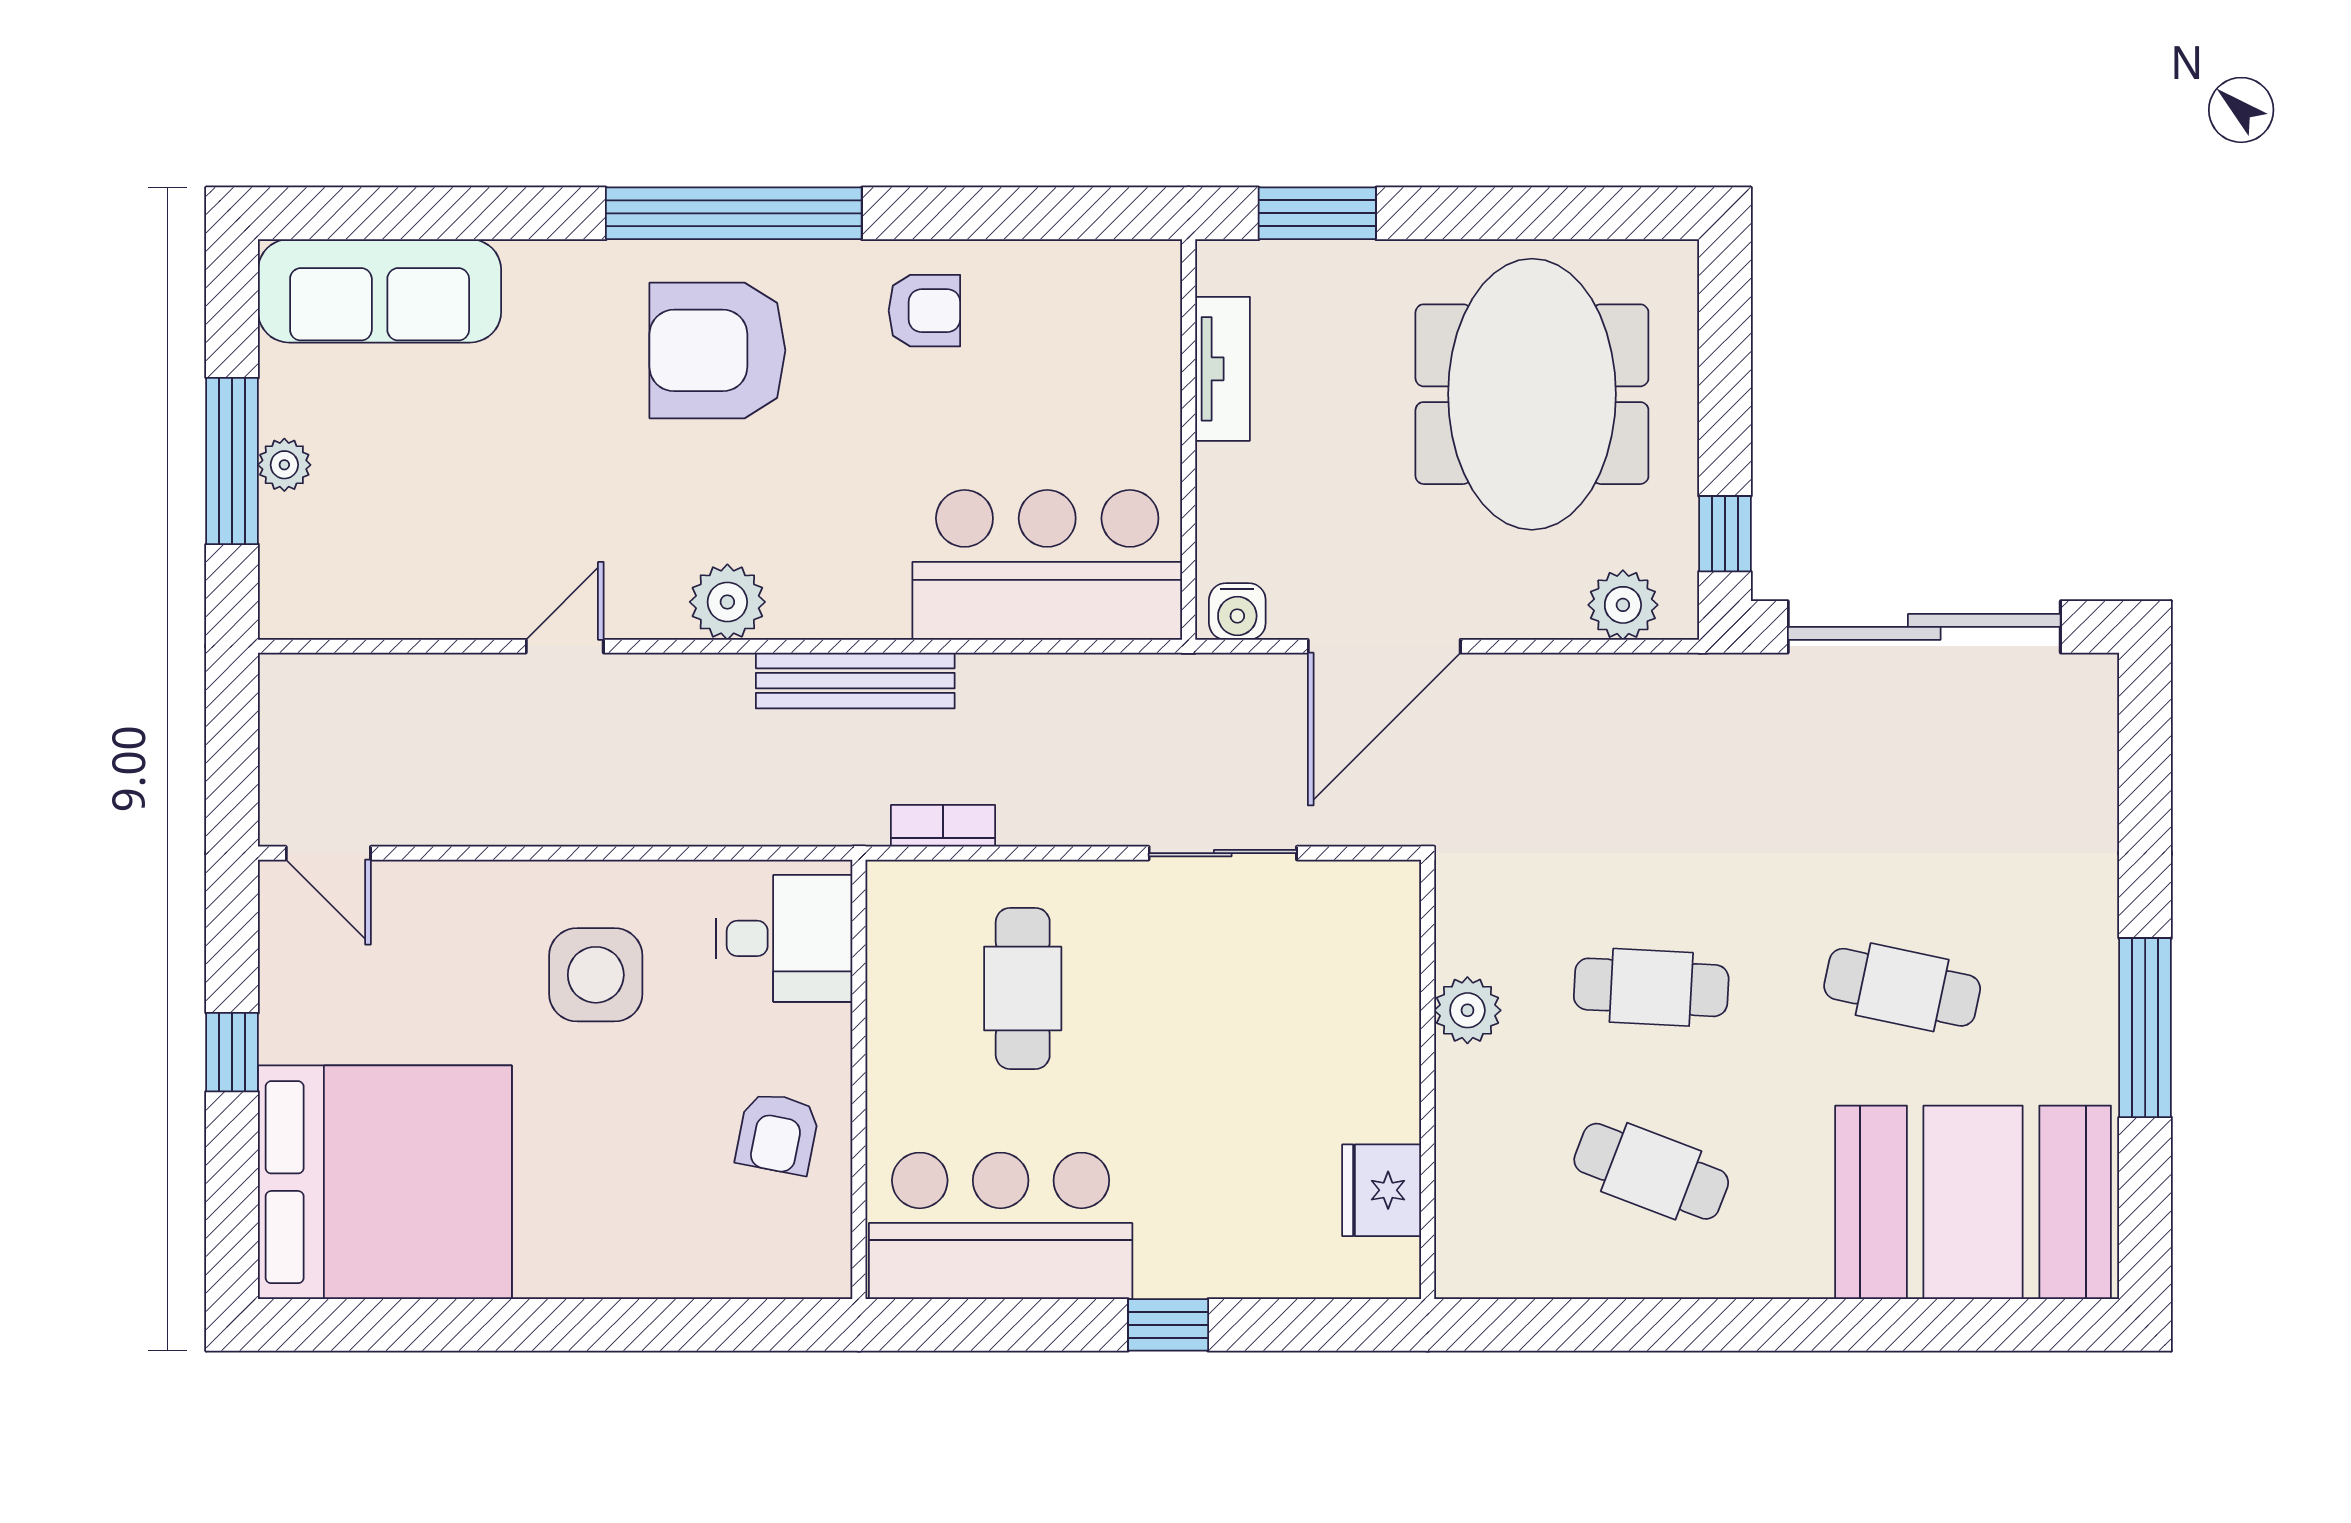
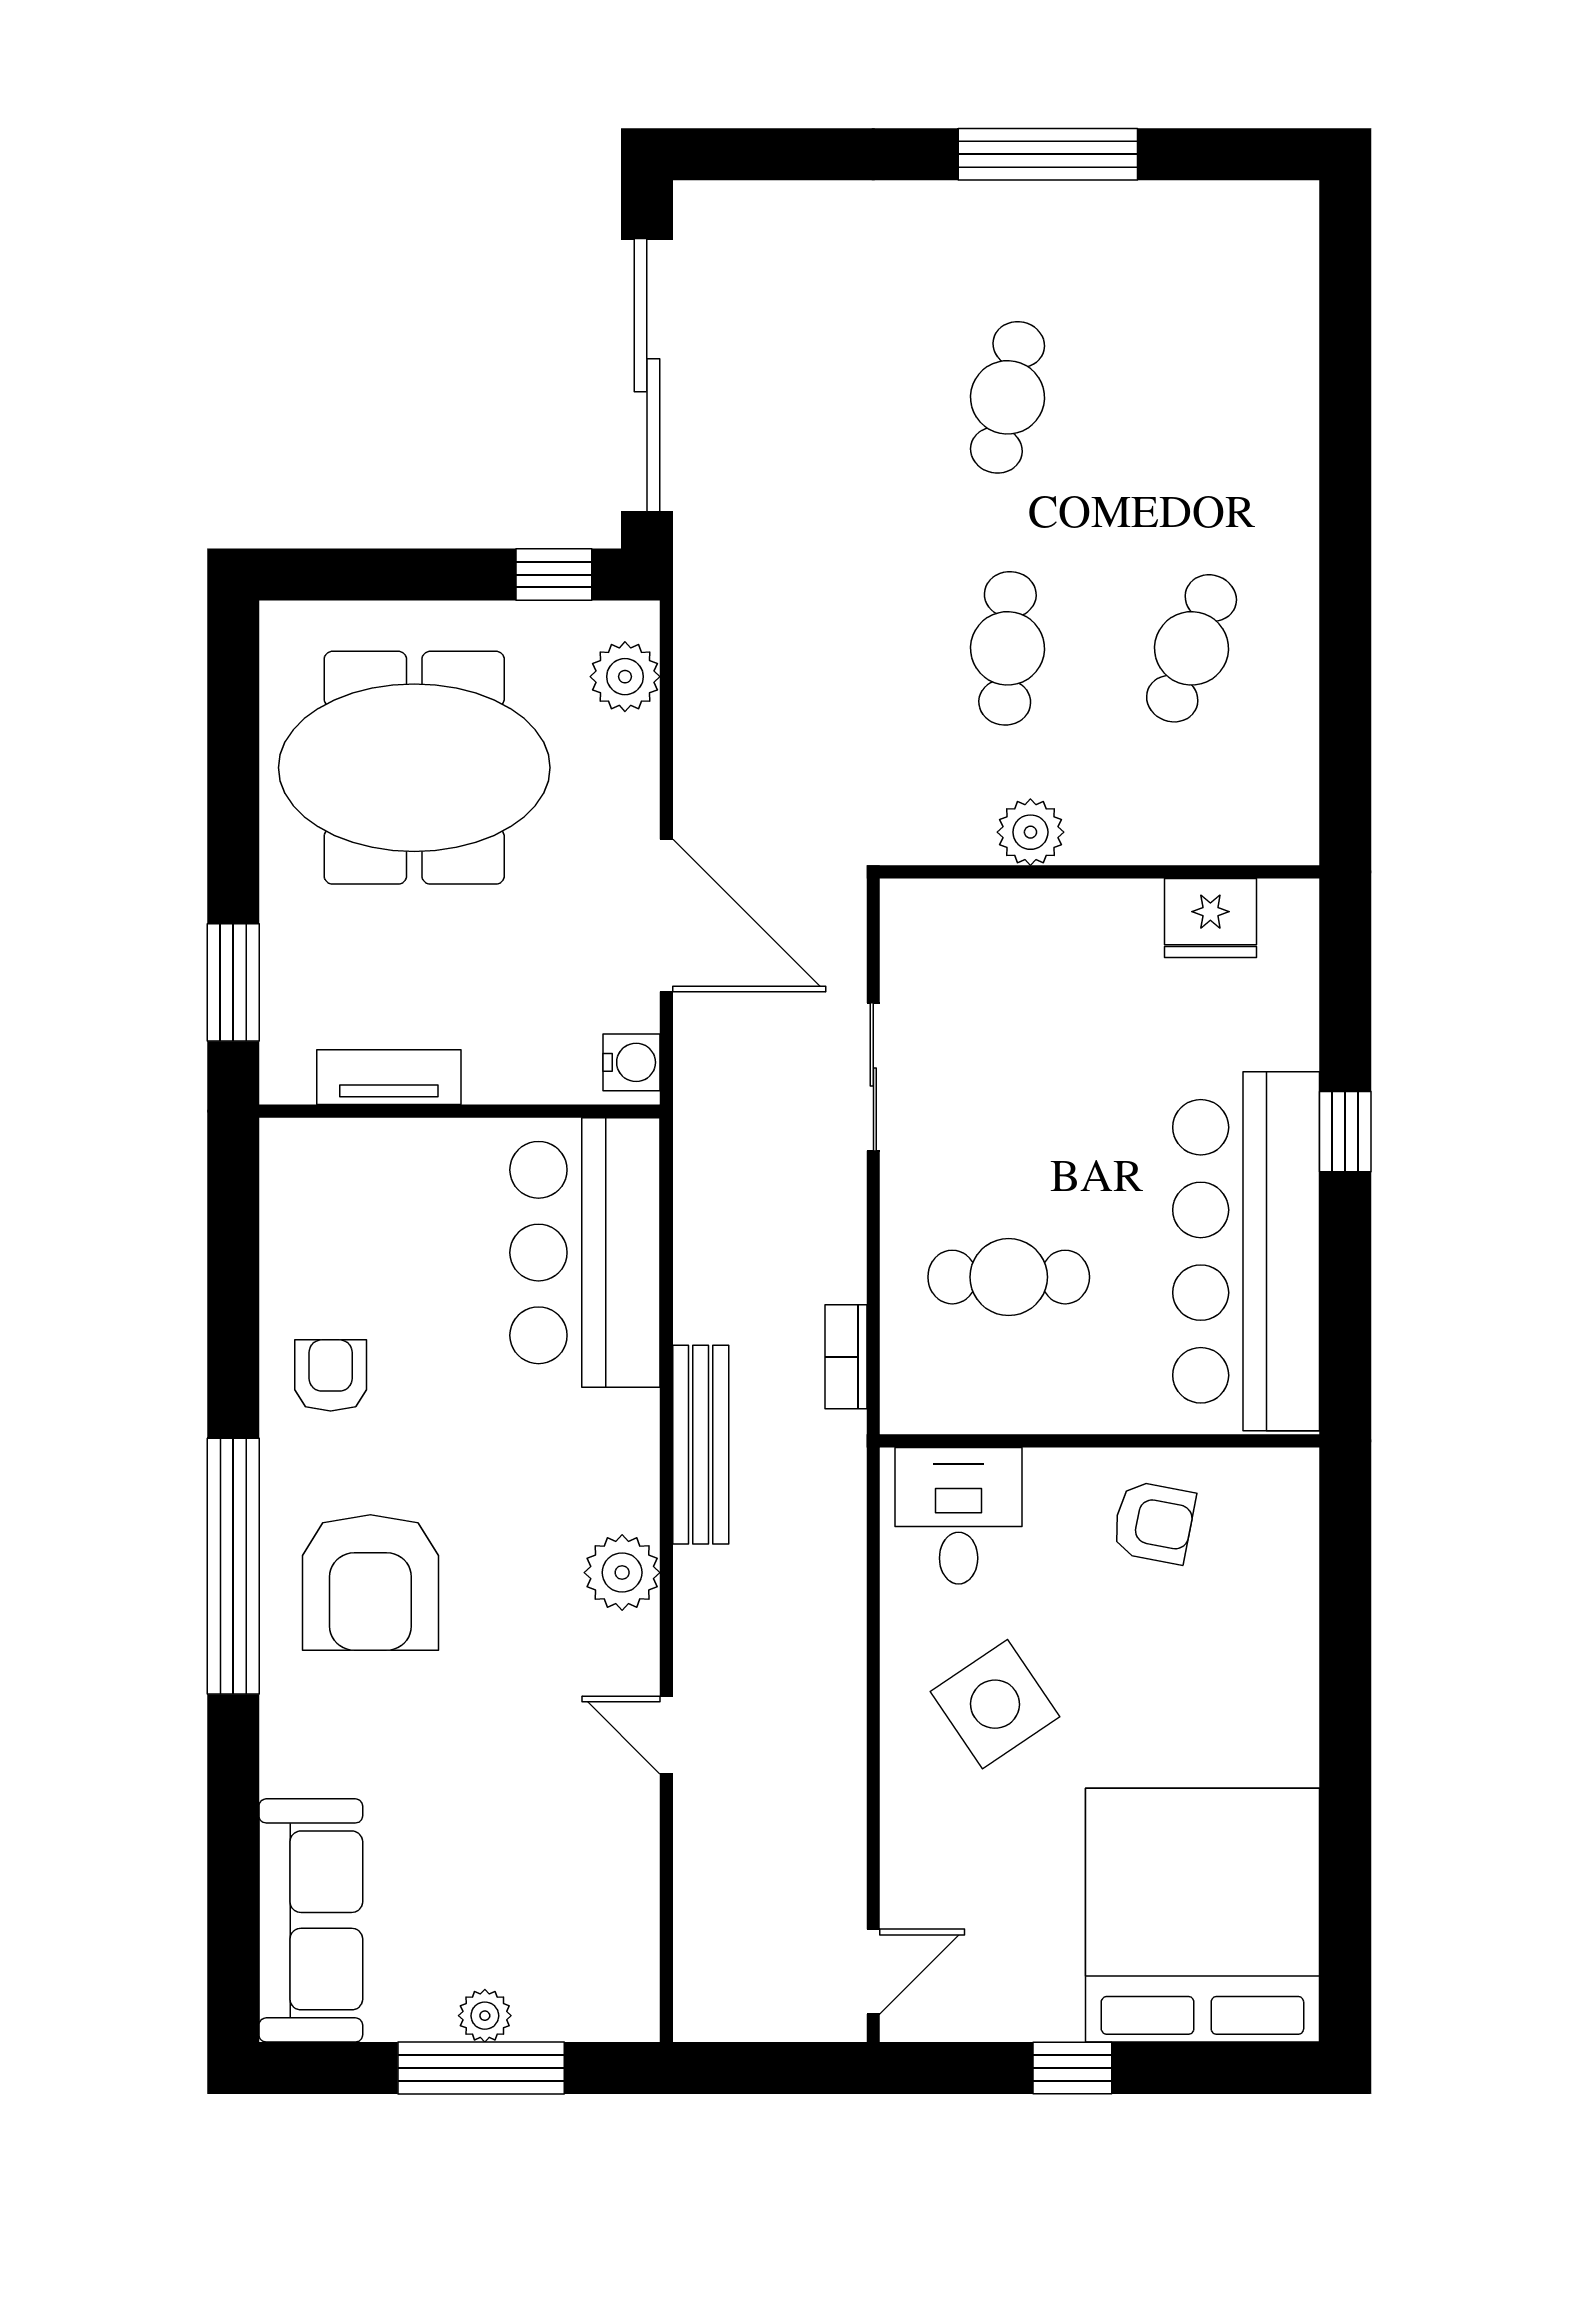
side table: (596, 975) -> (995, 1704), turned -34
booth: (1973, 1202) -> (1223, 326), removed
bar counter: (1001, 1226) -> (1246, 1251), width x1.36

